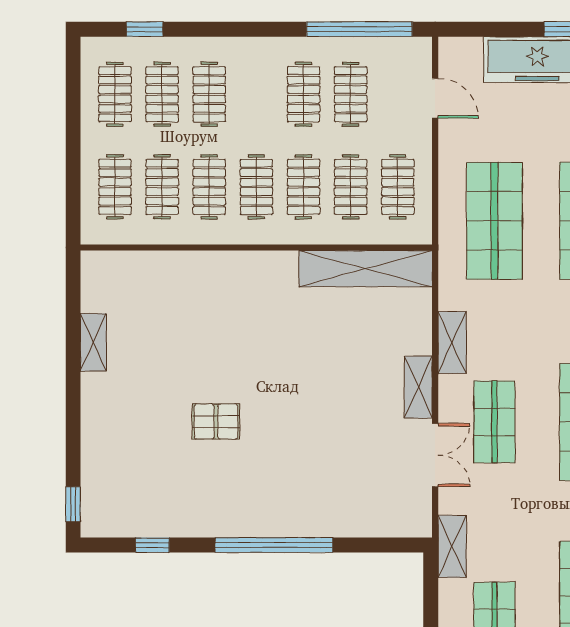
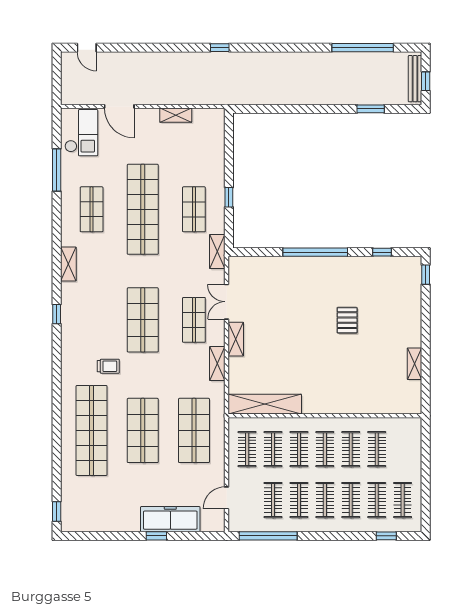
door: (435, 98) -> (227, 498), hinge flipped
clothes rail: (115, 187) -> (325, 500), moved
pallet: (216, 422) -> (347, 320), turned 90

